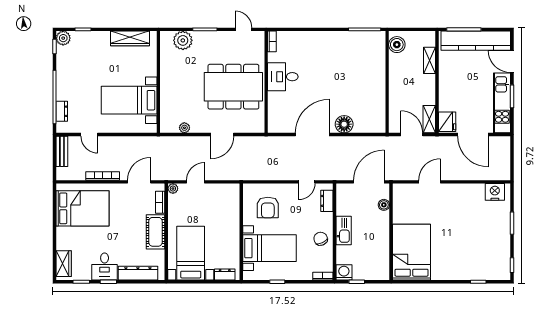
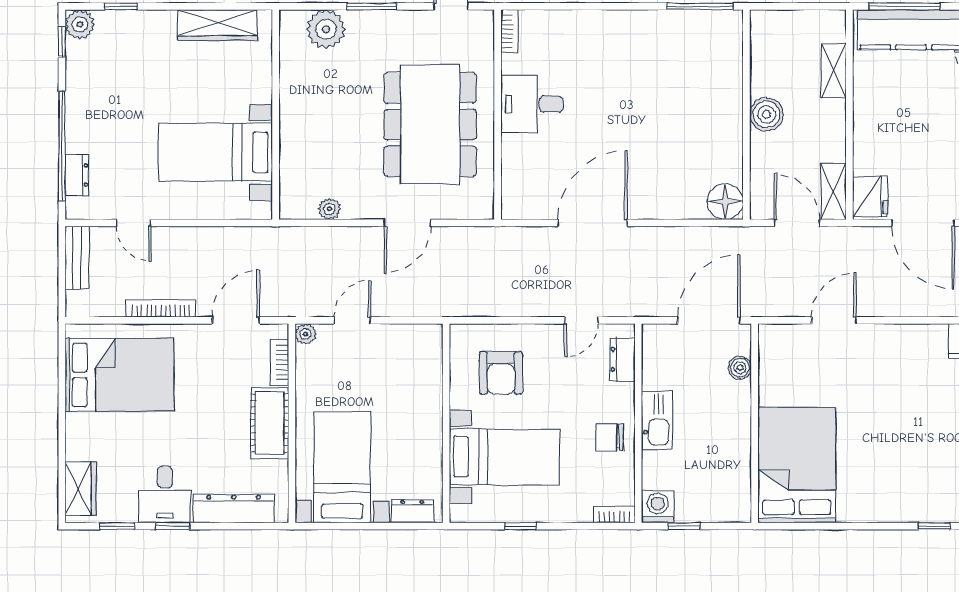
boiler: (397, 45) -> (767, 114), moved
dining table: (233, 87) -> (430, 124), turned 90
floor lamp: (344, 124) -> (725, 202), moved
chair: (321, 239) -> (610, 438), turned -66

